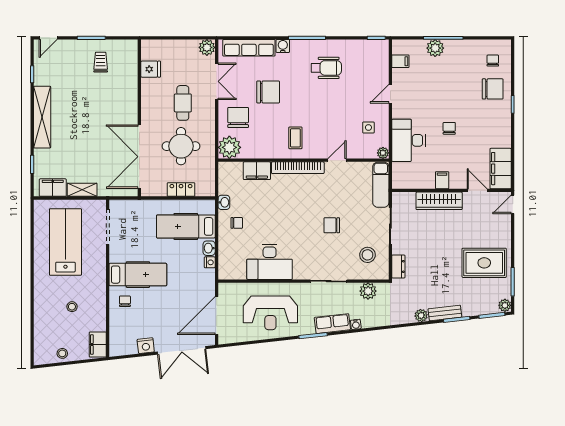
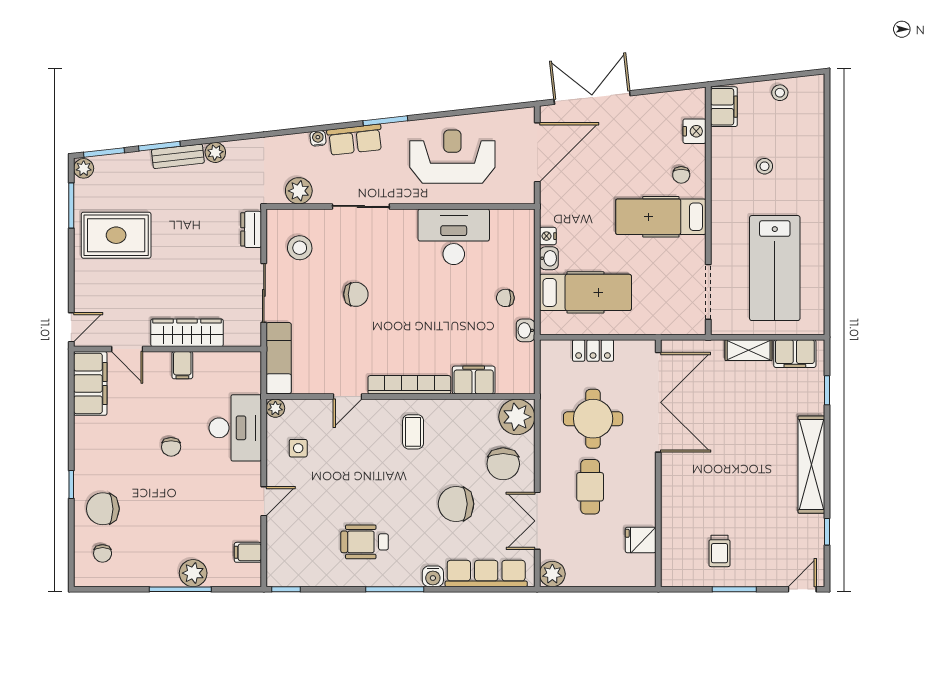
nightstand: (146, 346) -> (695, 131), moved, turned 96

